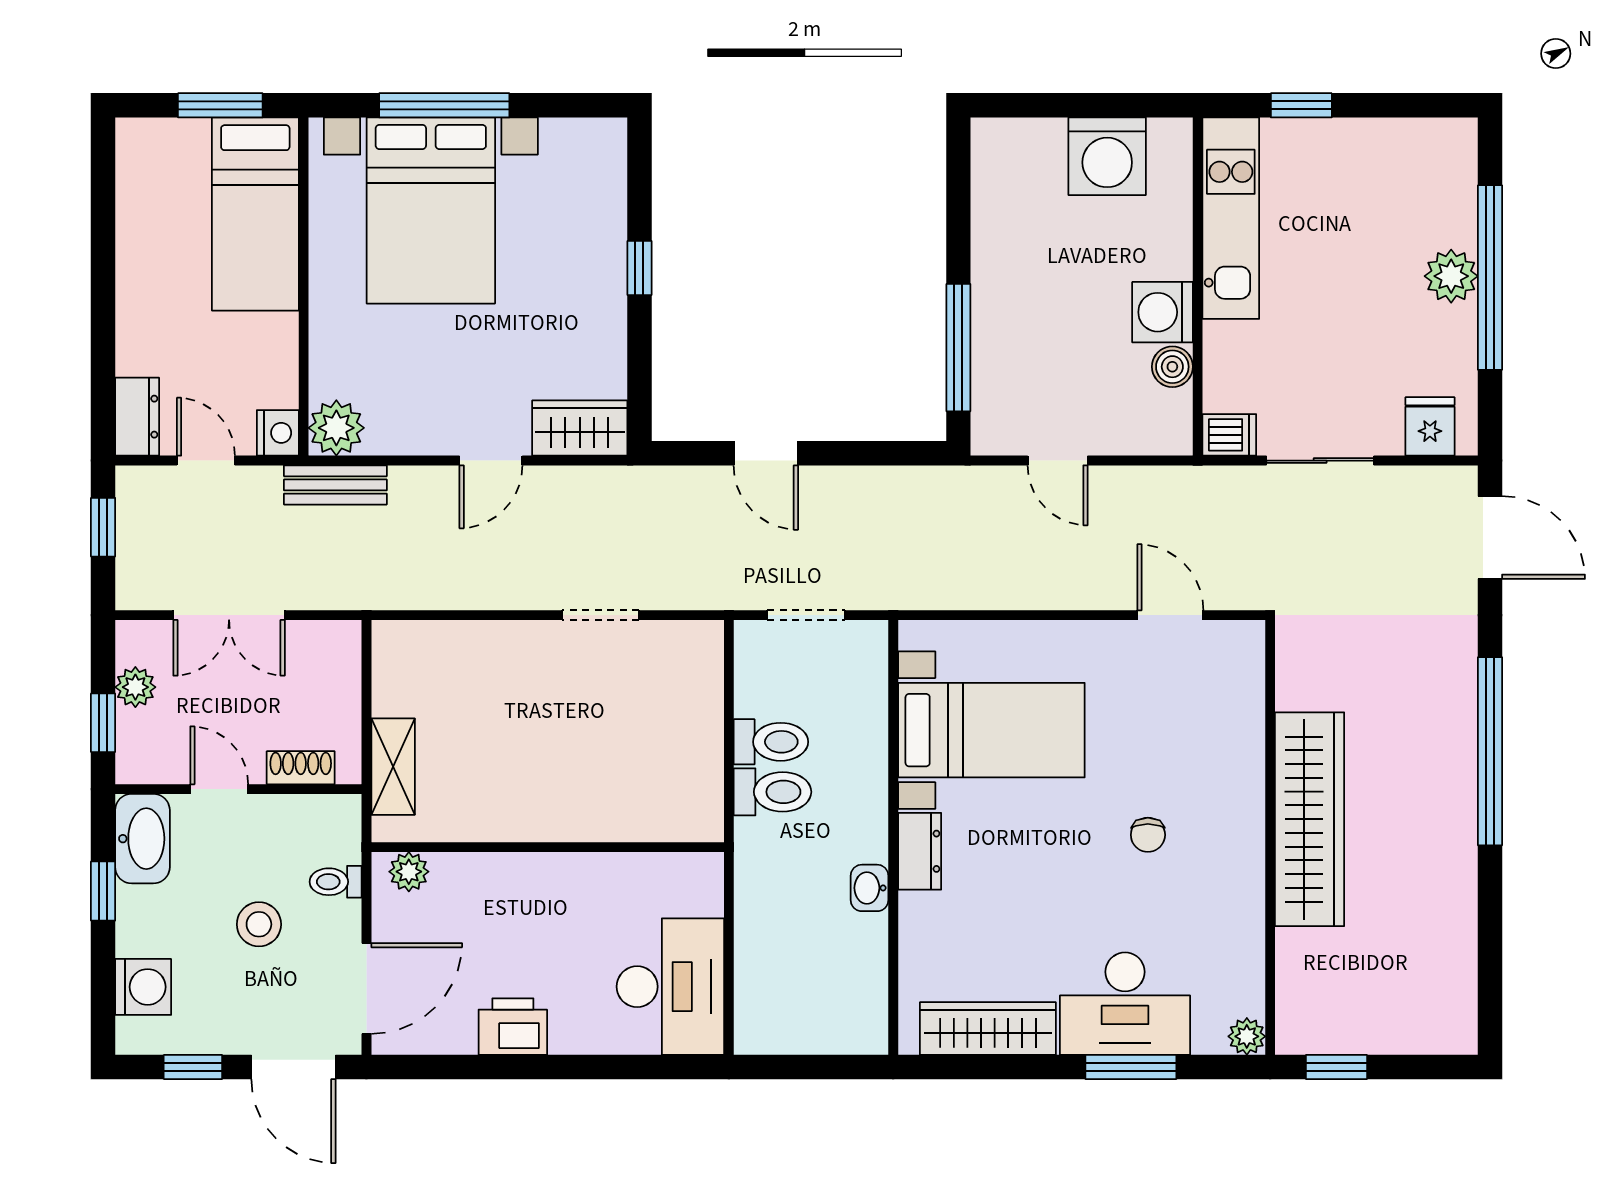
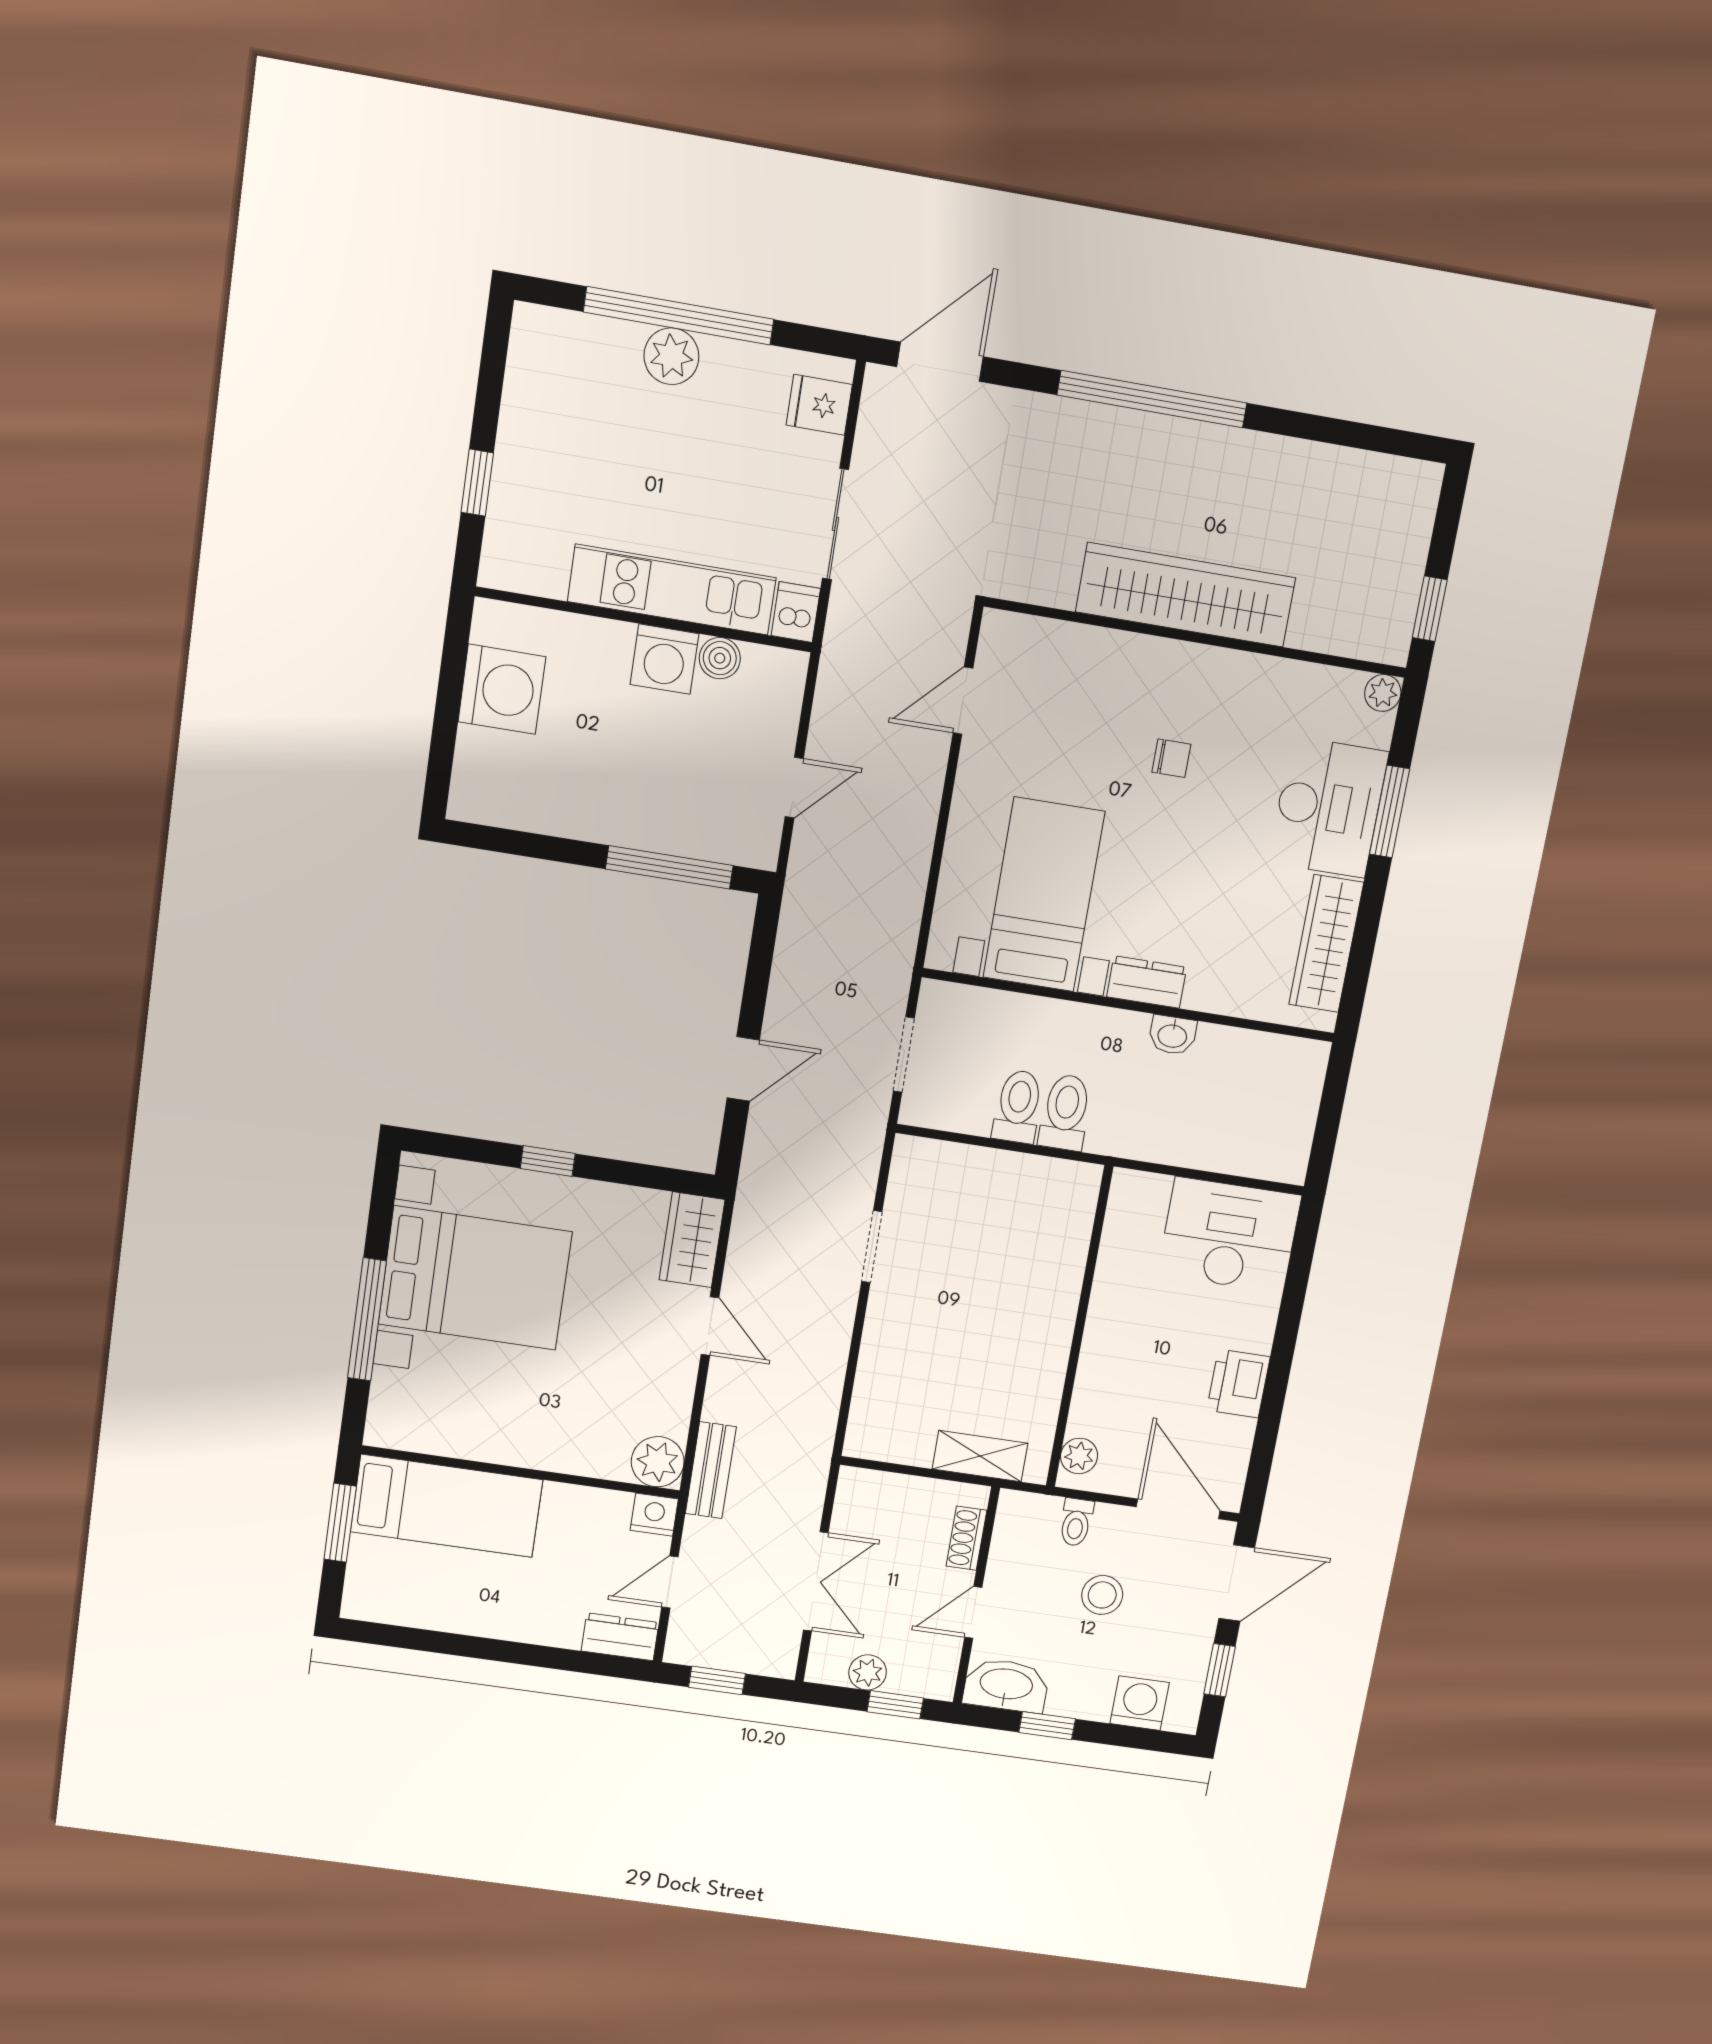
bed with nightstands: (431, 210) -> (475, 1278), moved
kitchen unit: (1231, 218) -> (672, 590), moved

